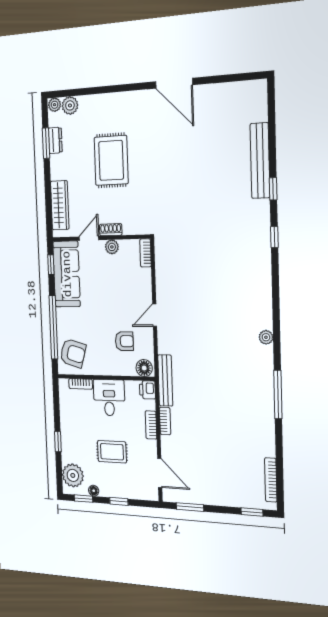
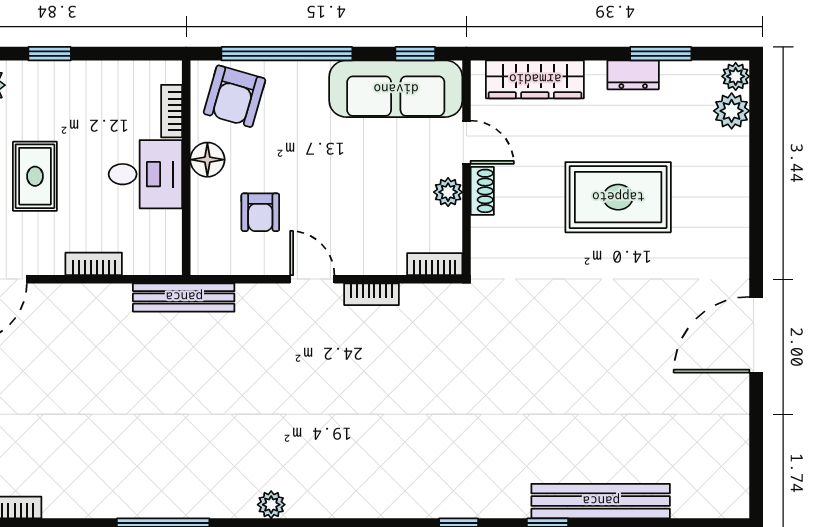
dresser: (55, 140) -> (633, 75), moved
floor lamp: (144, 368) -> (207, 160), moved
printer: (147, 390) -> (164, 259), removed
bookcase: (165, 421) -> (372, 294), moved

